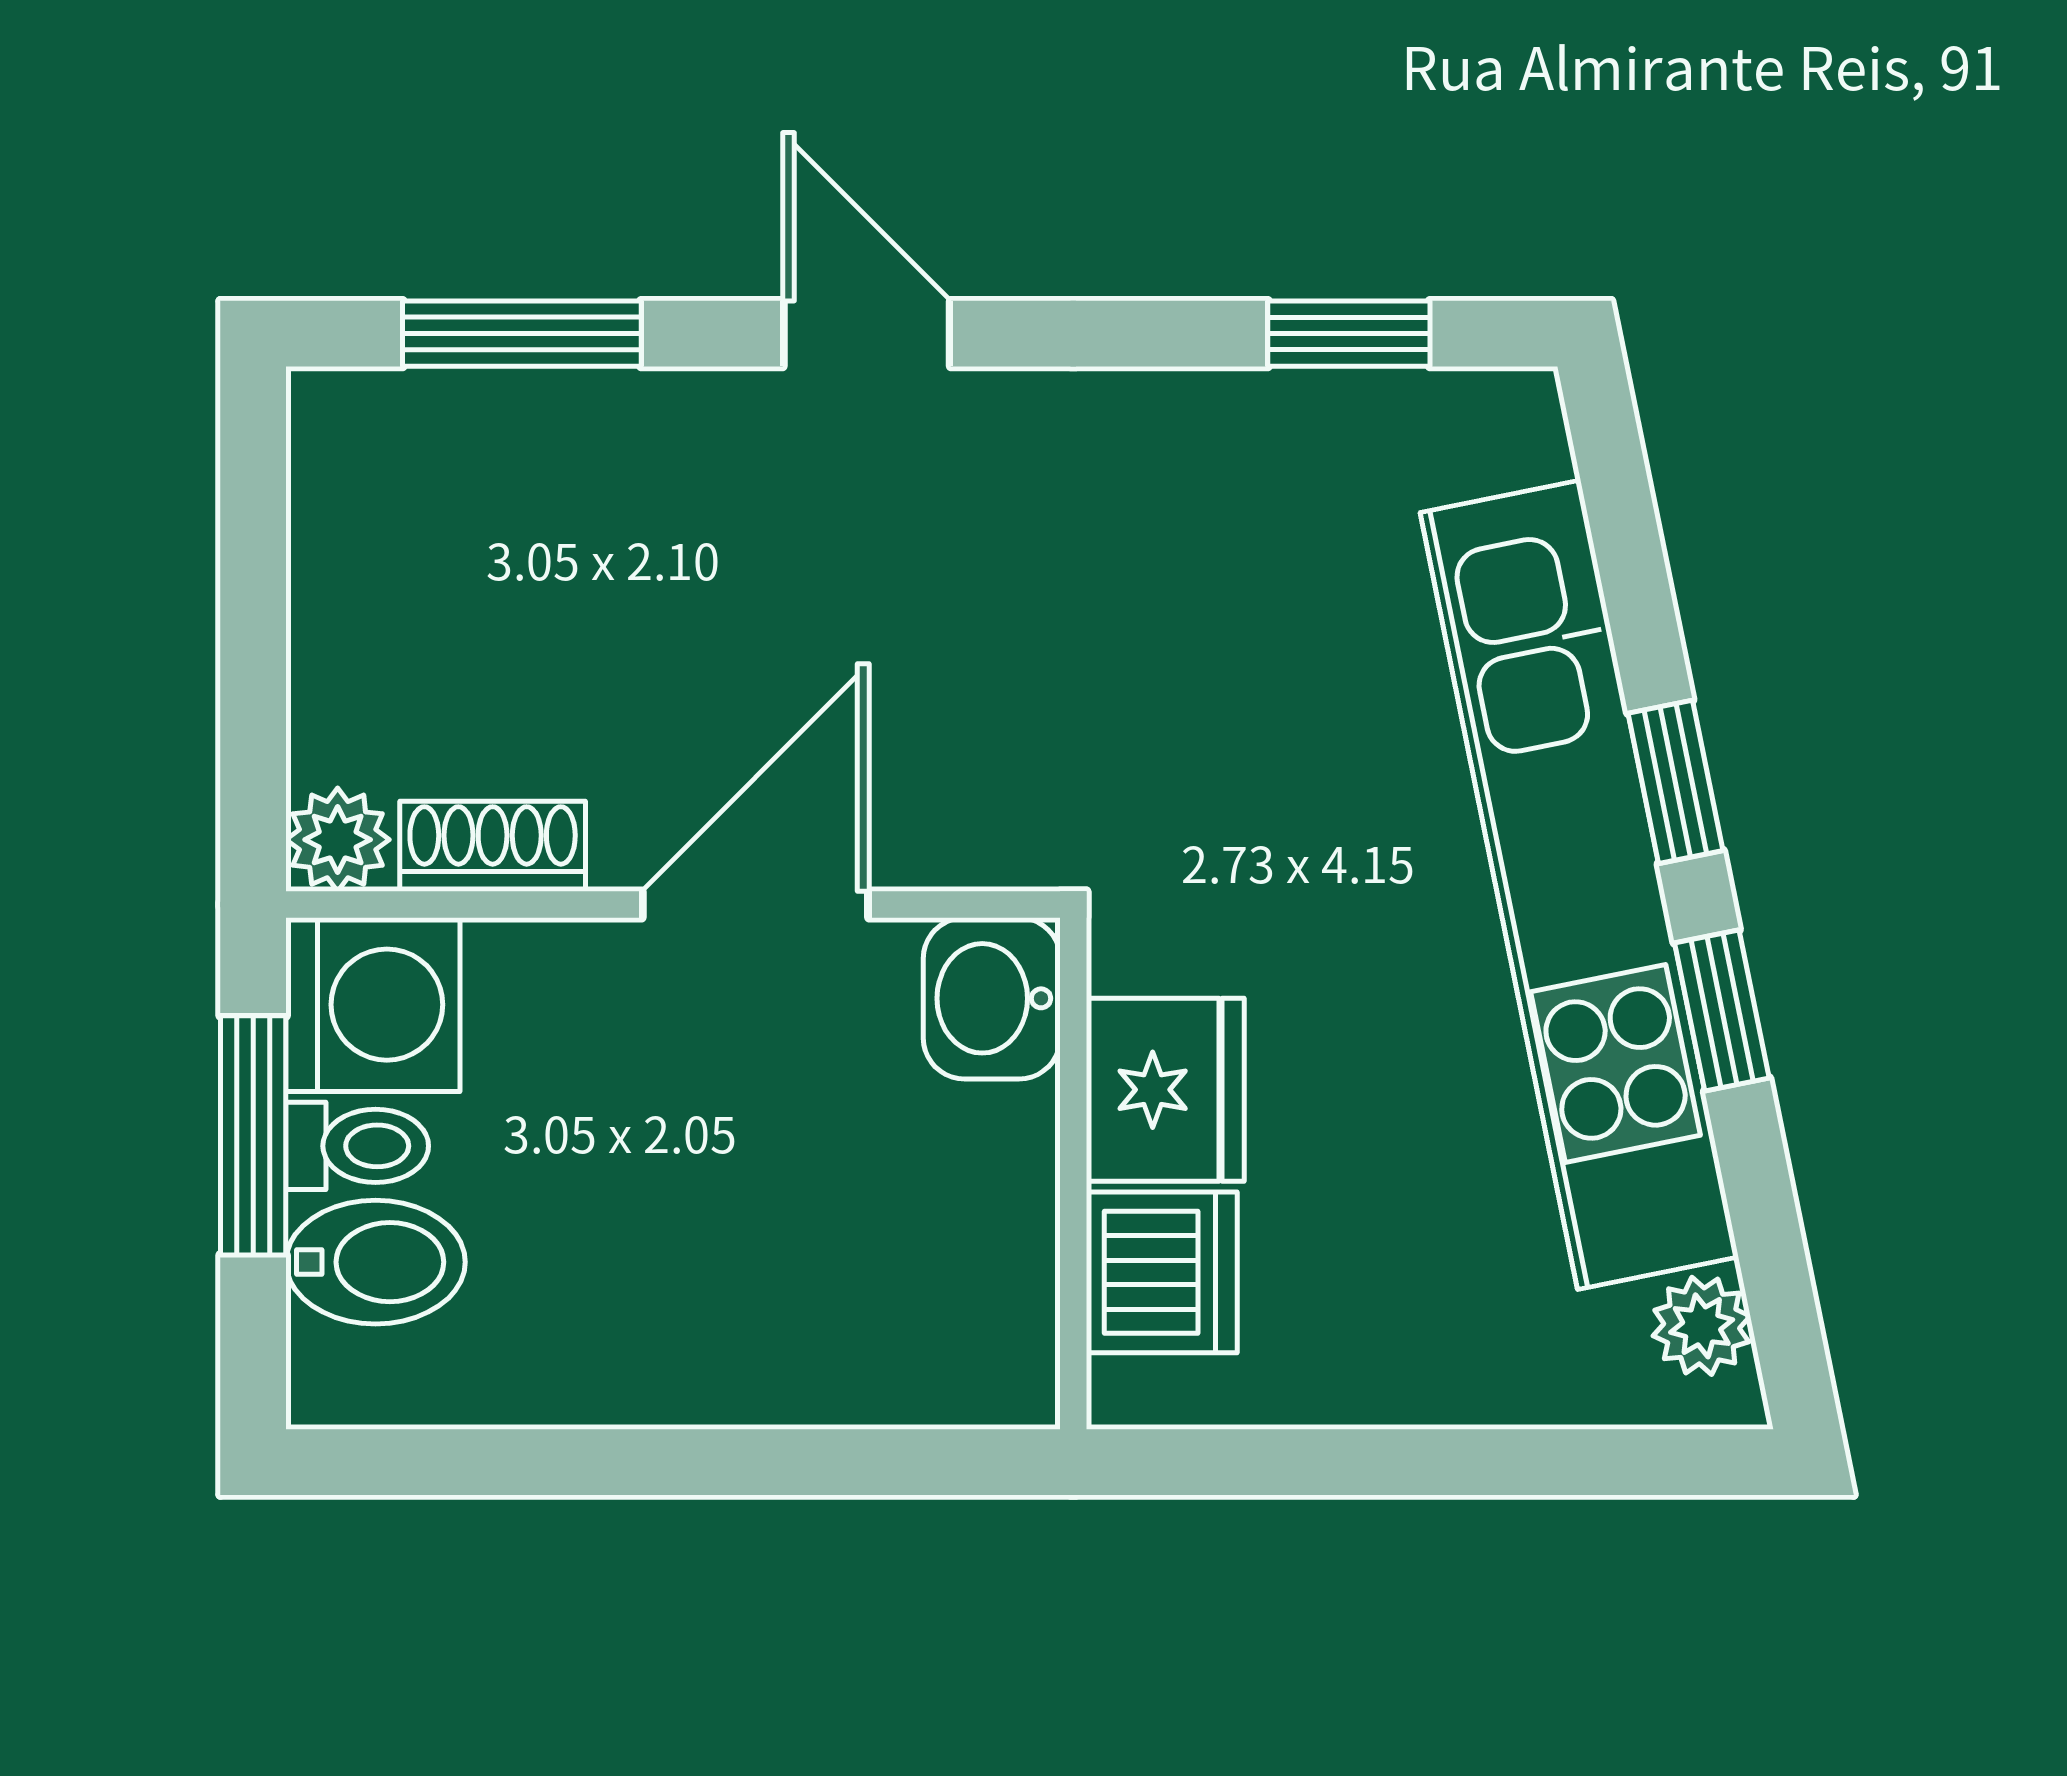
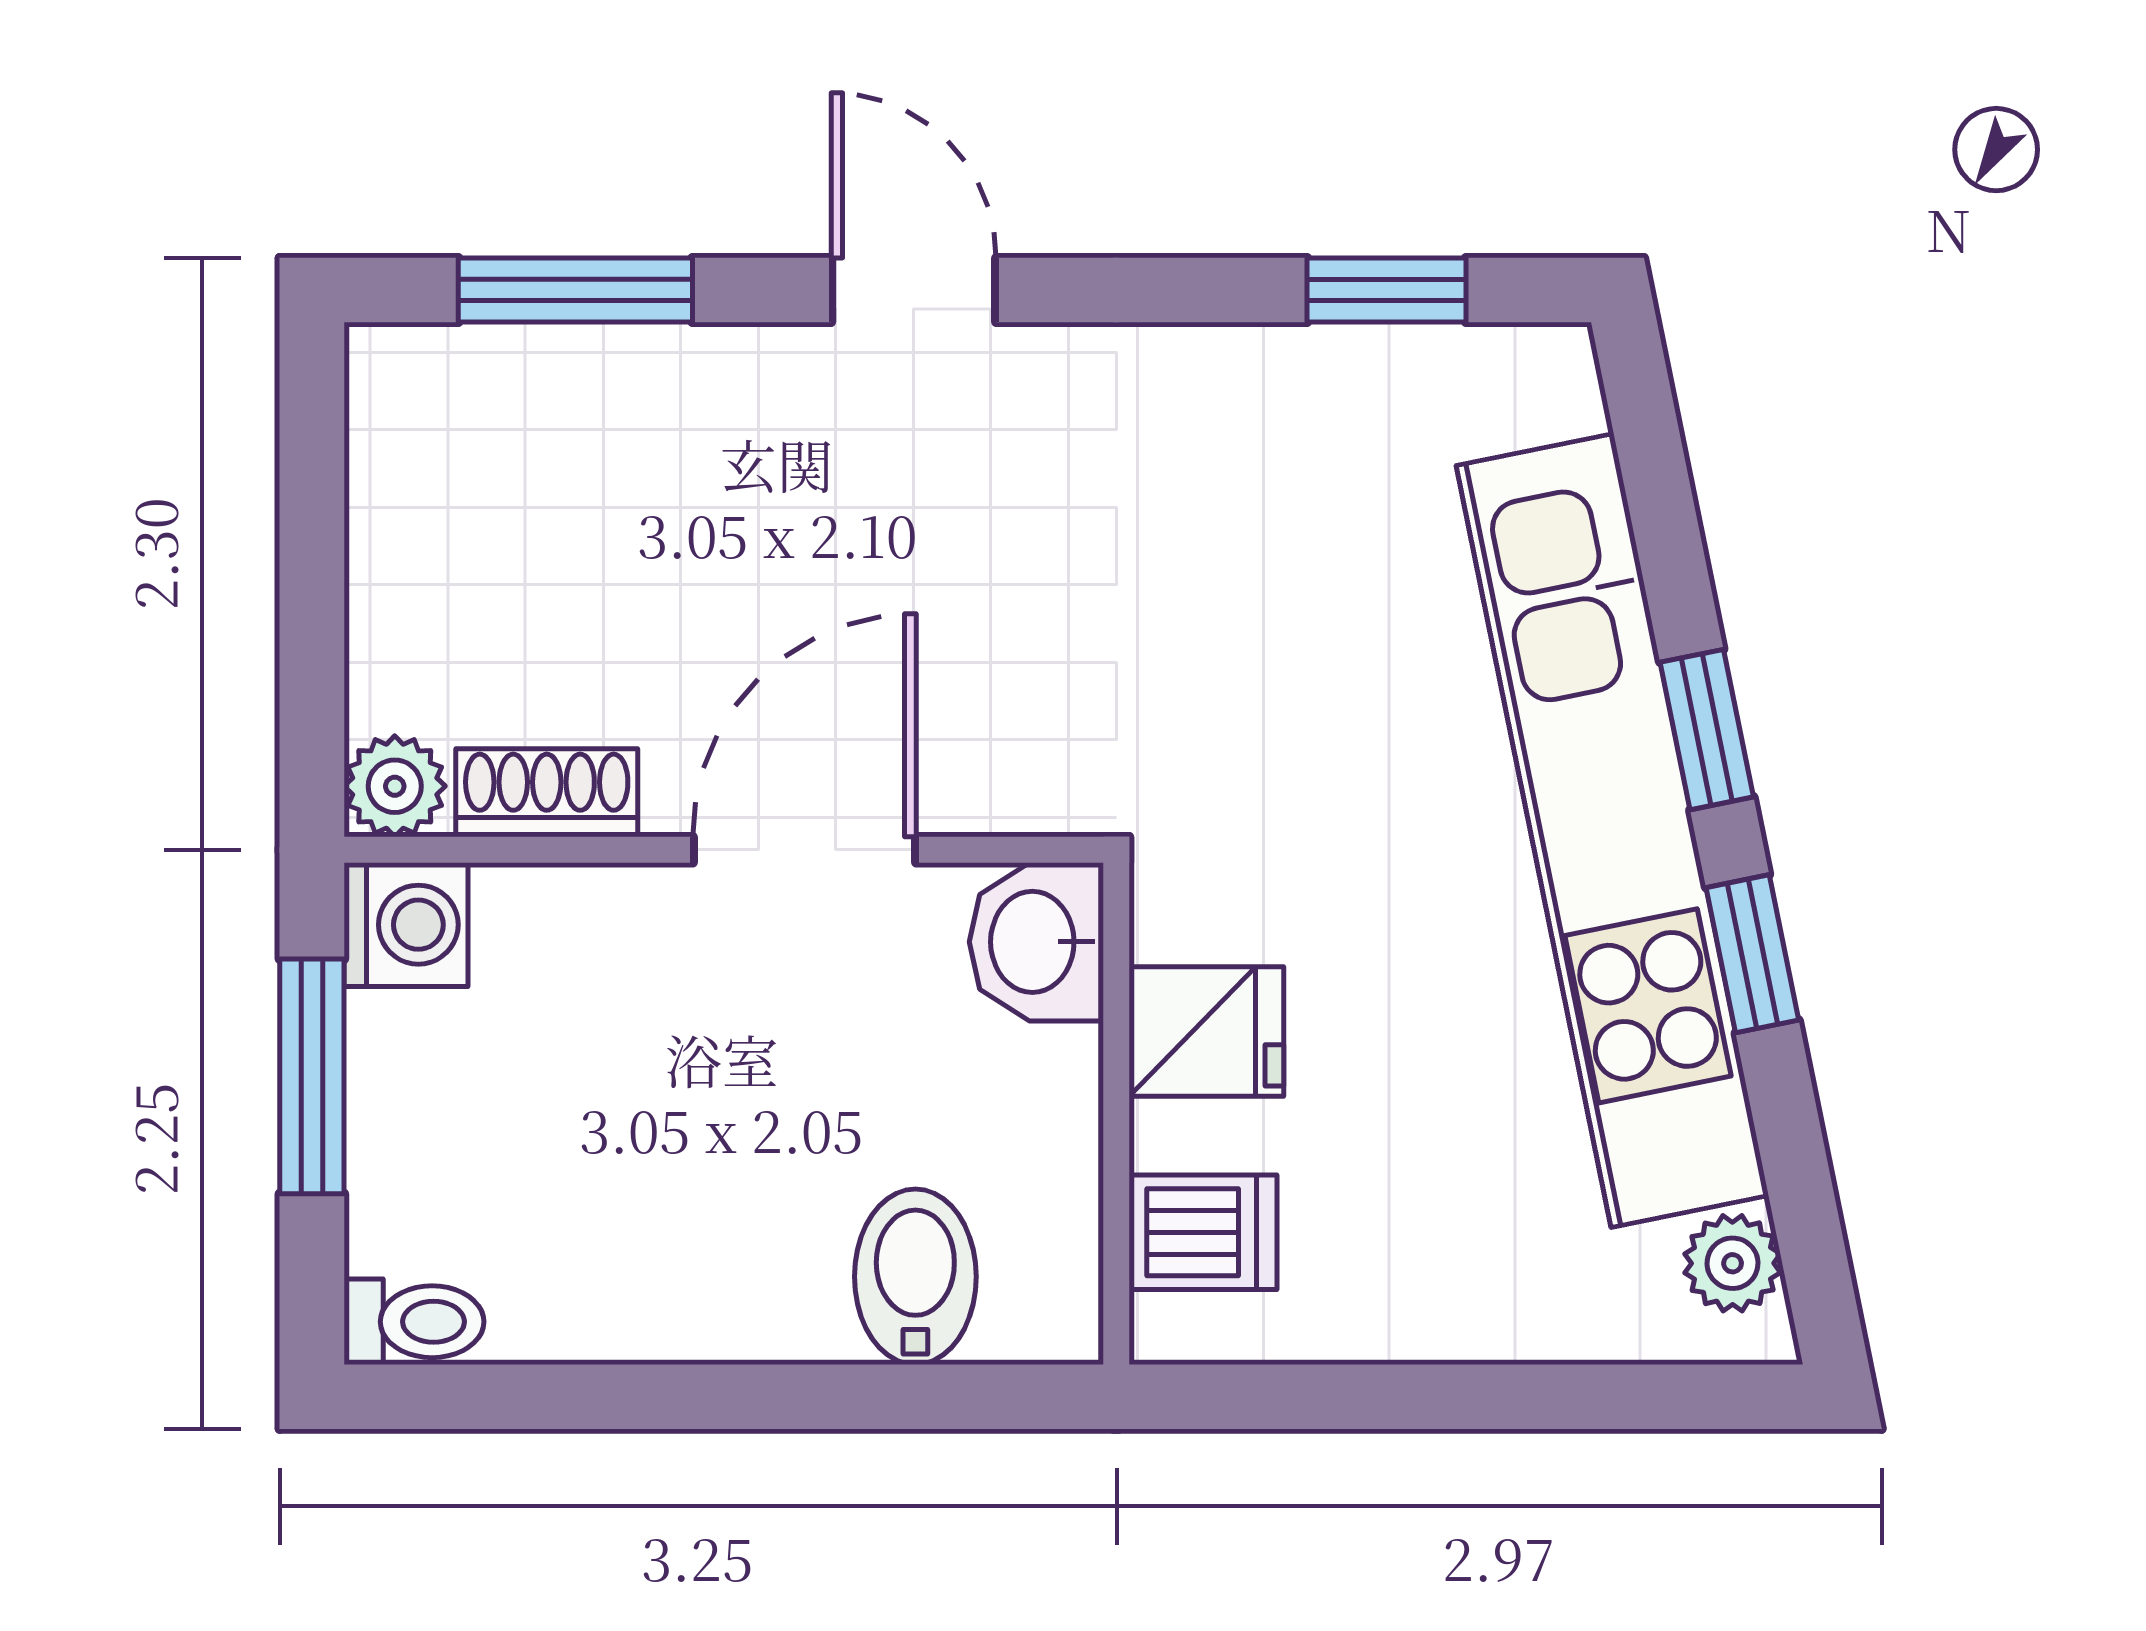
washing machine: (373, 1005) -> (406, 925), width x0.73, depth x0.73
fridge: (1165, 1090) -> (1206, 1032), width x0.72
toilet: (357, 1146) -> (414, 1322), moved
bidet: (376, 1262) -> (915, 1277), moved, turned -90
dishwasher: (1162, 1272) -> (1203, 1232), width x0.73

